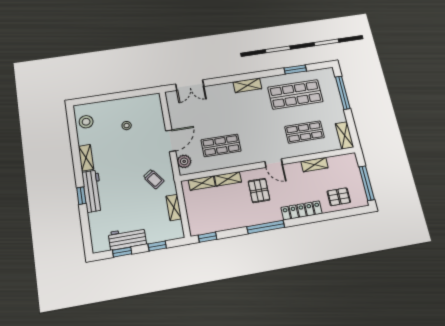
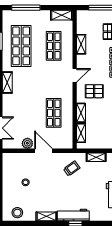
plant: (184, 161) -> (27, 143), moved

